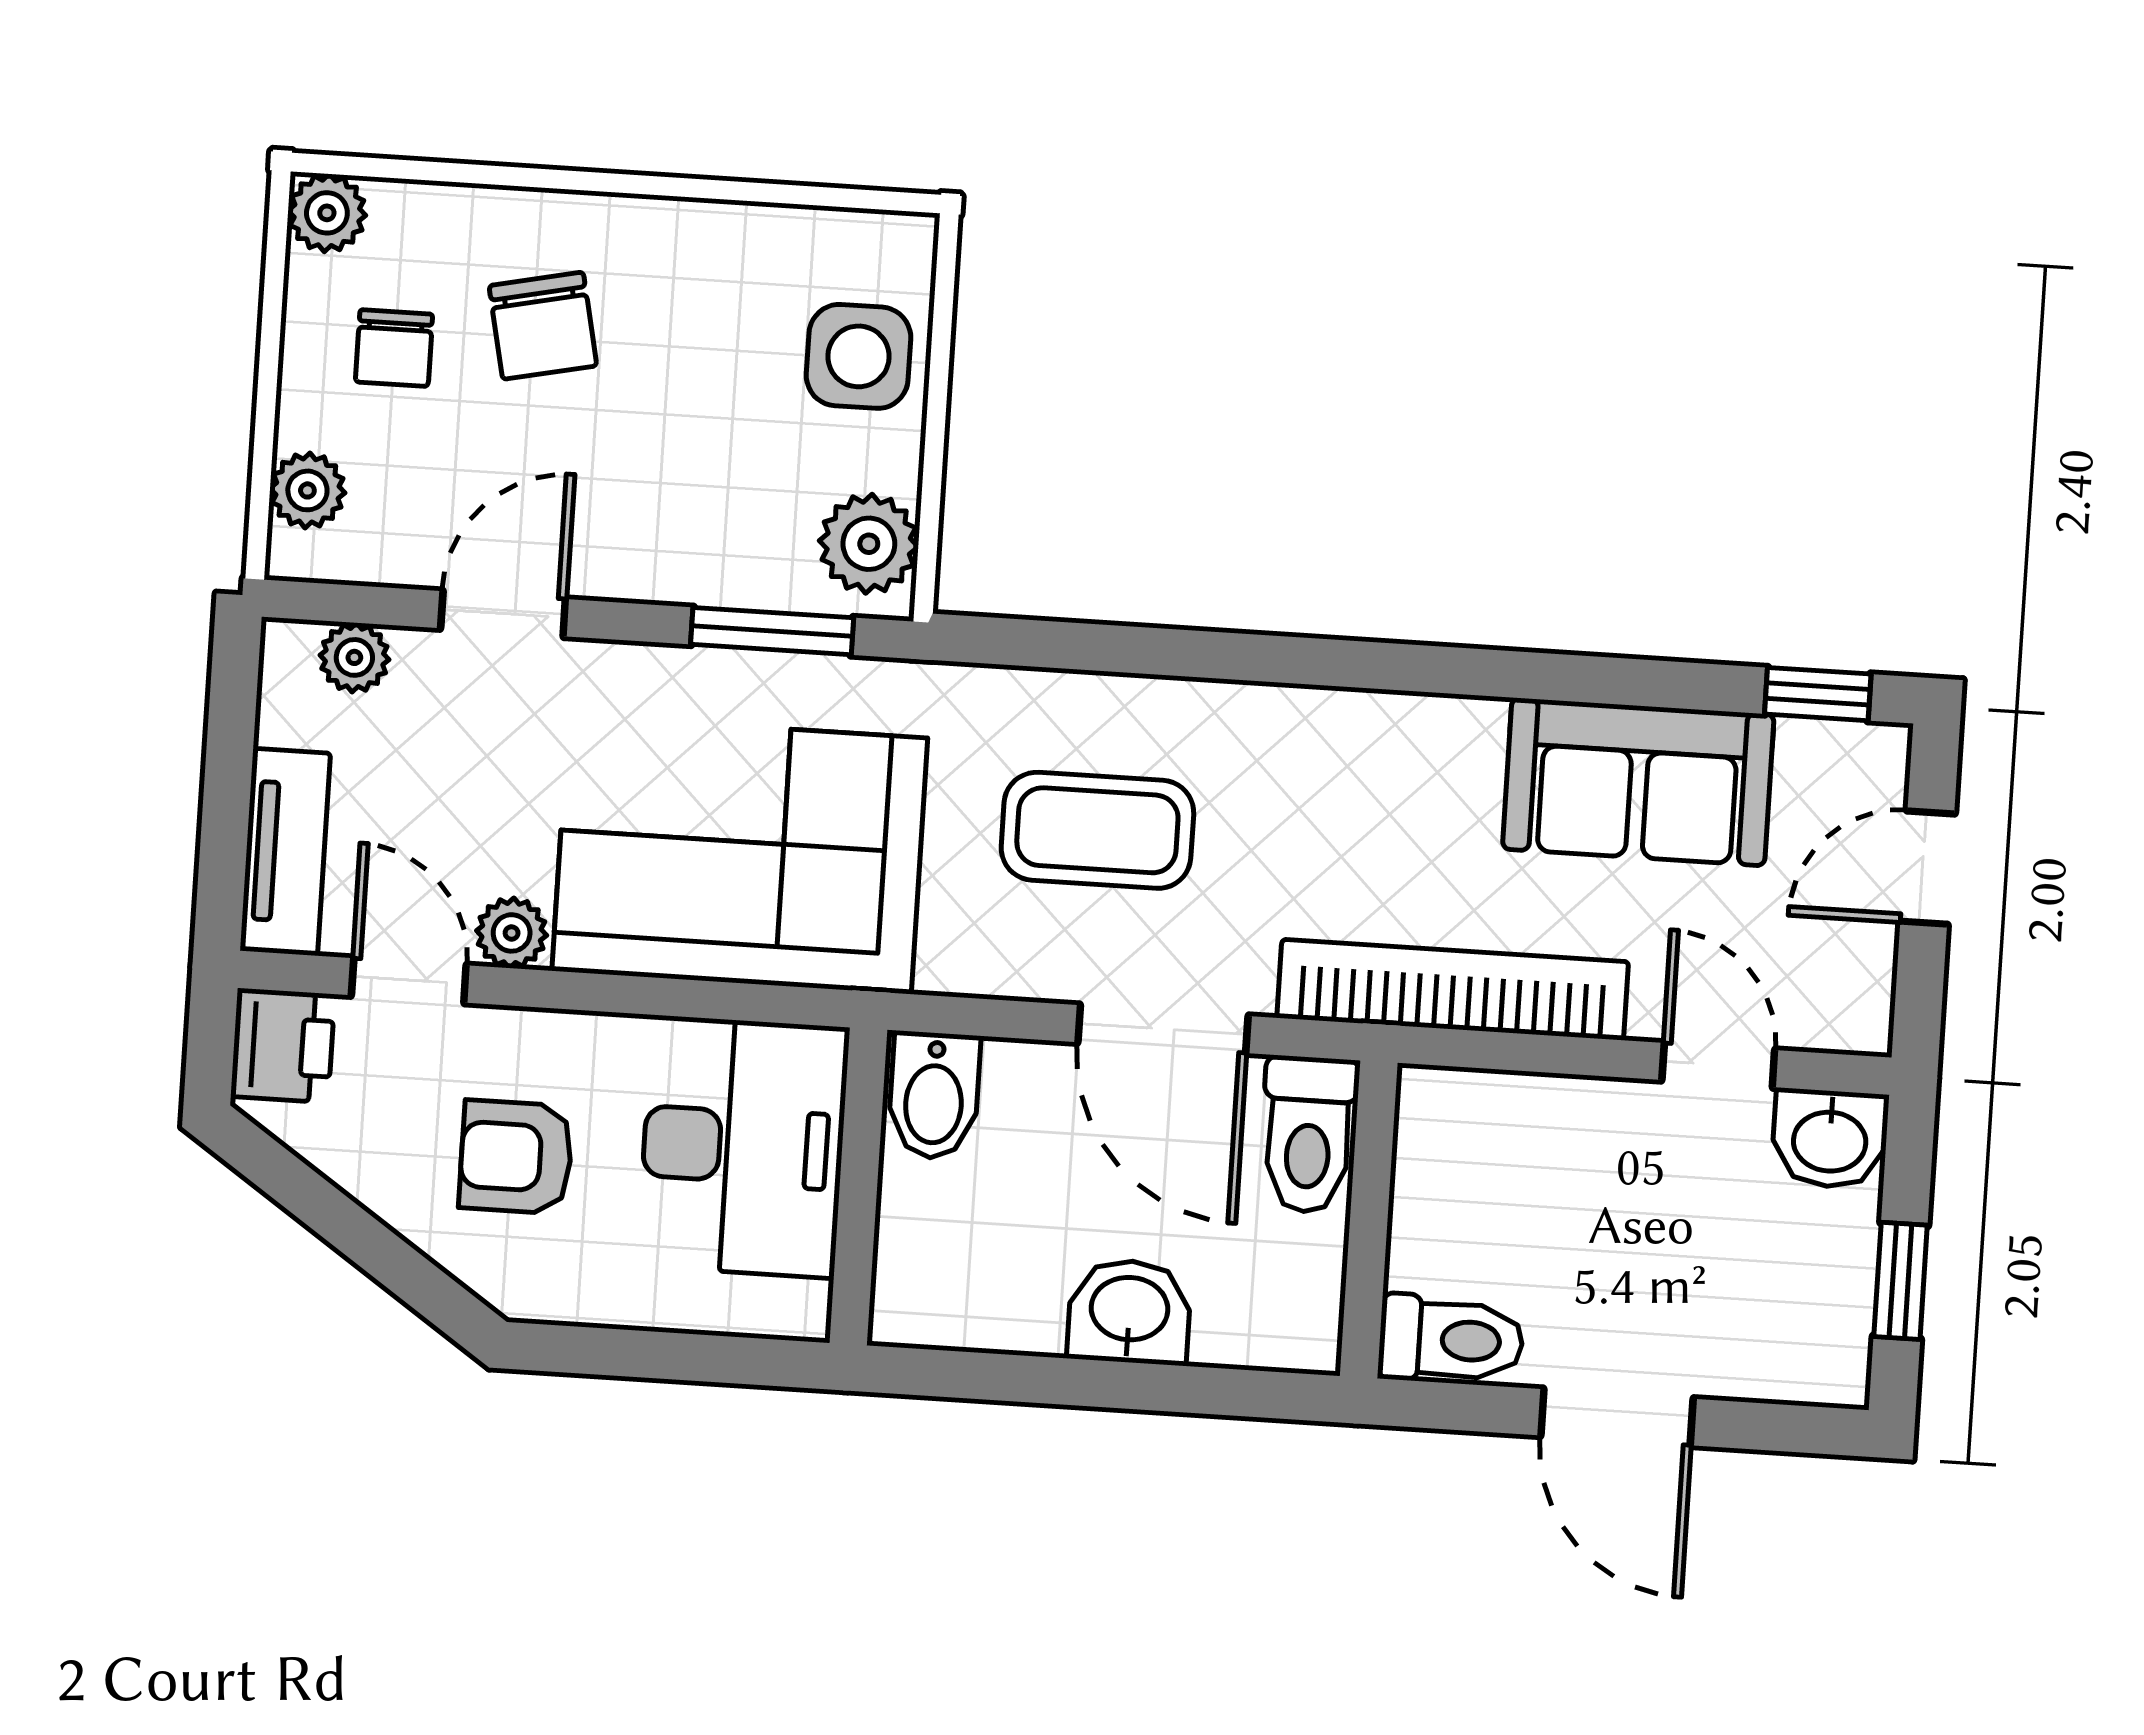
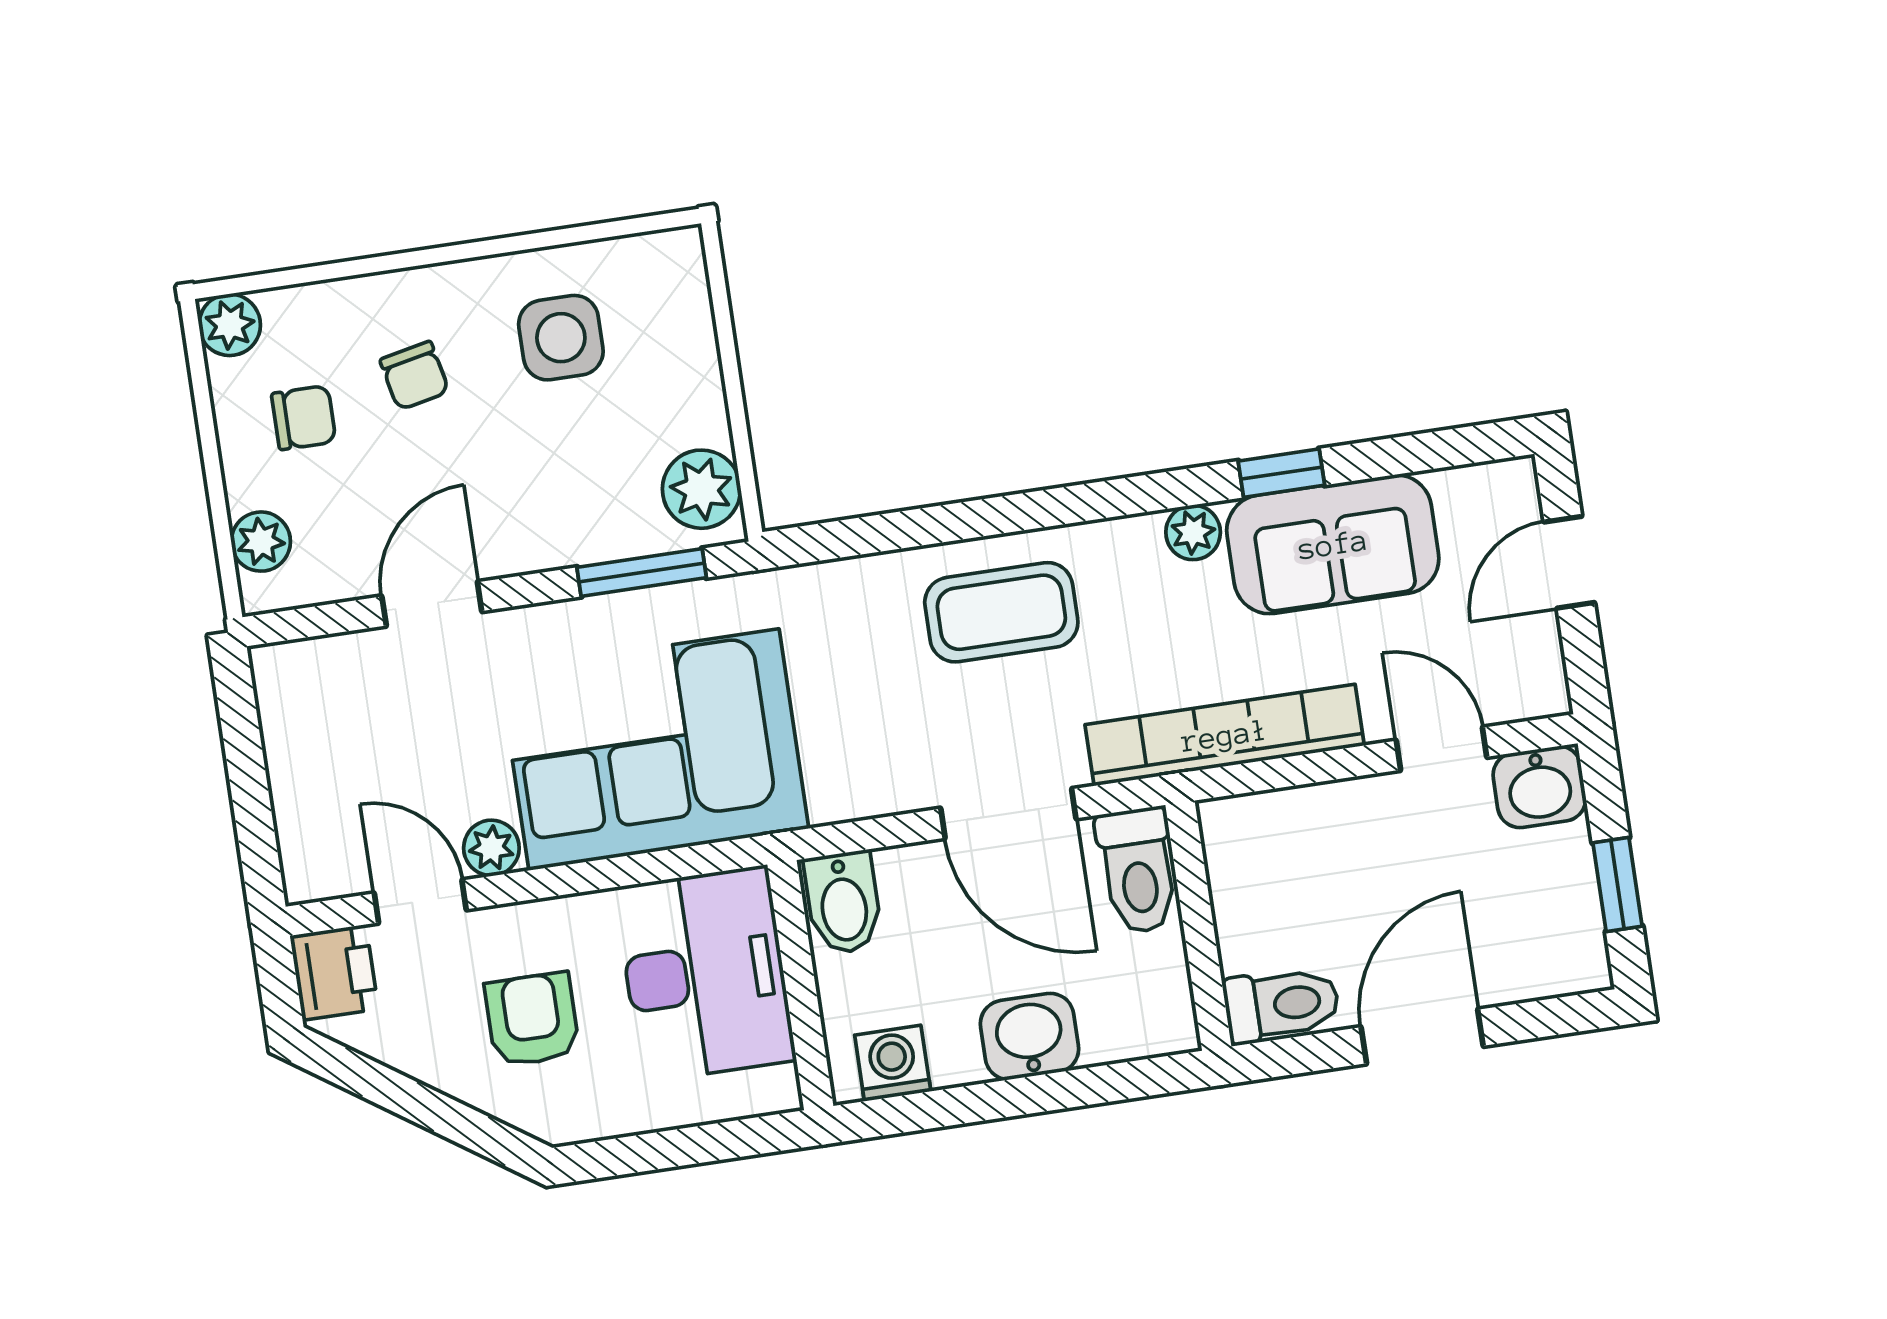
chair: (543, 326) -> (415, 376), width x0.73, depth x0.73
chair: (394, 348) -> (304, 418), turned -90
side table: (859, 356) -> (561, 338), moved
plant: (354, 657) -> (1193, 532), moved
window: (1818, 694) -> (1281, 473), moved
coffee table: (1097, 830) -> (1001, 612), moved
tv unit: (285, 852) -> (304, 823), removed
armchair: (516, 1157) -> (532, 1019), turned 90
washing machine: (952, 1308) -> (893, 1063), added
door: (1617, 1417) -> (1422, 1037), swing flipped

